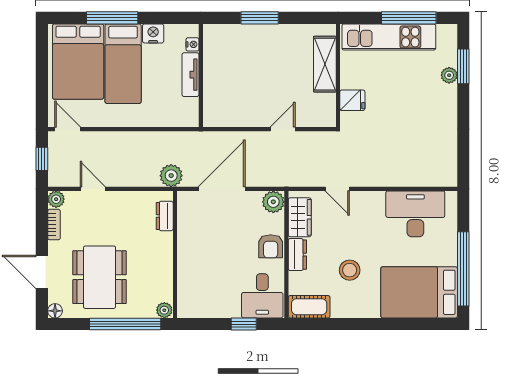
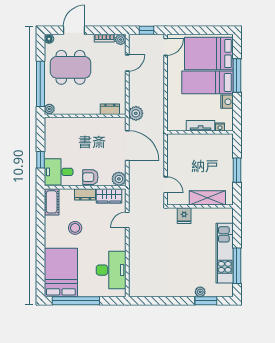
shelving: (325, 64) -> (207, 198), moved
wall: (338, 76) -> (200, 206), moved
fridge: (352, 100) -> (184, 216), moved

